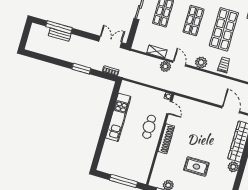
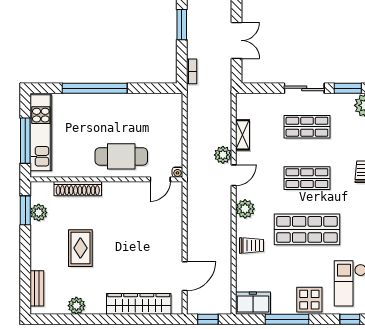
double door: (110, 42) -> (237, 40), moved
kitchen unit: (118, 117) -> (41, 133), moved, turned -90
cafe table: (149, 127) -> (121, 156), width x1.37, depth x1.35
window: (104, 131) -> (95, 88), added
shoe rack: (166, 139) -> (78, 189), moved
plant: (233, 167) -> (76, 306), moved

